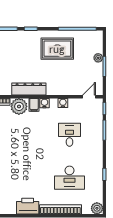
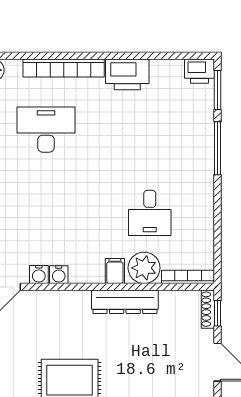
water cooler: (44, 103) -> (39, 274), moved
desk: (69, 135) -> (150, 213), moved

